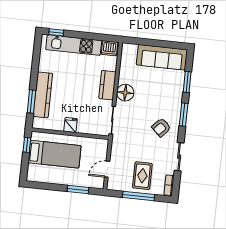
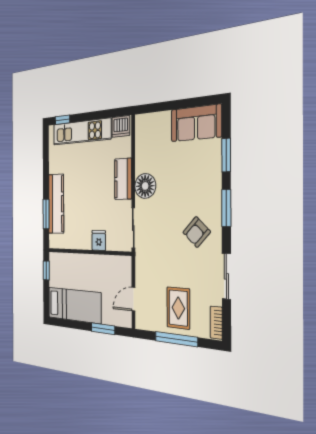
sofa: (162, 57) -> (196, 123), width x0.73
fridge: (71, 125) -> (99, 240), moved
bed: (55, 154) -> (74, 305), moved

